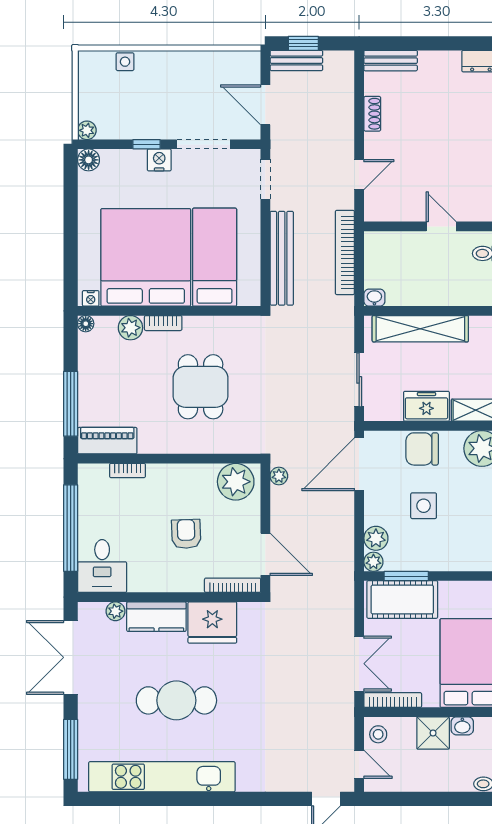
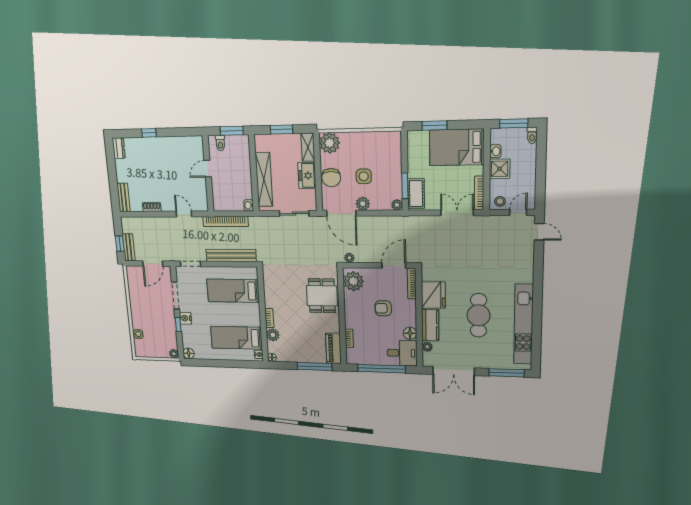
bed: (146, 257) -> (237, 338), width x0.49
dining table: (201, 387) -> (322, 296), moved, turned 90
plant: (376, 538) -> (363, 204), moved
floor lamp: (140, 581) -> (410, 333), added
cot: (402, 600) -> (416, 194), width x0.73, depth x0.75

